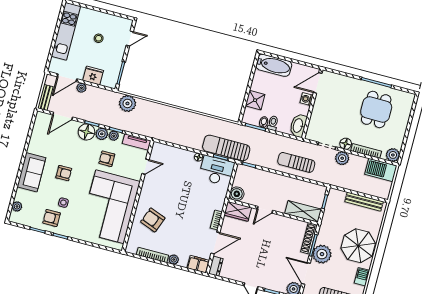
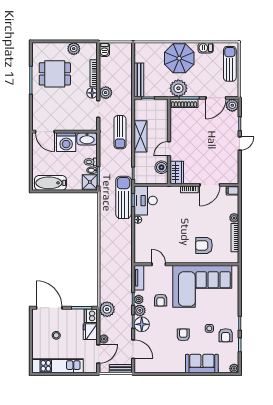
door: (130, 39) -> (49, 308), width x1.88
bathtub: (274, 65) -> (50, 183), moved, turned -90
door: (67, 78) -> (98, 354), hinge flipped
dishwasher: (110, 80) -> (91, 316), added
washing machine: (307, 99) -> (66, 142), width x1.89, depth x1.89
shower: (255, 100) -> (90, 182), moved
plant: (127, 103) -> (107, 309), moved
sun lounger: (226, 148) -> (123, 197), turned 180
plant: (393, 155) -> (74, 49), moved
barbecue: (381, 170) -> (104, 50), width x0.53, depth x0.65
sofa: (31, 172) -> (202, 364), moved
boiler: (237, 194) -> (161, 167), moved
bench: (364, 202) -> (139, 80), moved
plant: (17, 206) -> (234, 368), moved
door: (265, 210) -> (169, 149), swing flipped
shelving: (303, 211) -> (141, 136), moved
armchair: (153, 220) -> (204, 245), turned 69
door: (215, 243) -> (210, 185), swing flipped
plant: (322, 254) -> (178, 88), moved
filing cabinet: (198, 264) -> (233, 191), width x0.50
dresser: (216, 266) -> (230, 179), removed

